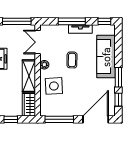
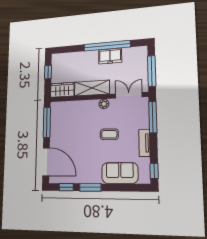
window: (72, 21) -> (153, 117), moved
sofa: (106, 57) -> (120, 173), width x0.73
side table: (54, 86) -> (81, 115), removed

